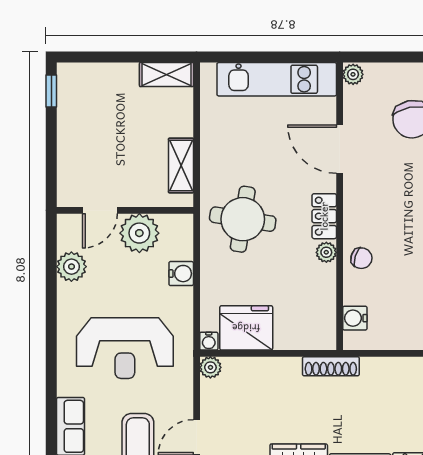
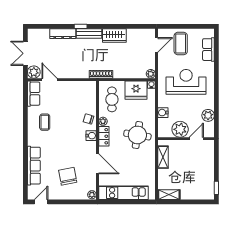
cafe table: (305, 305) -> (112, 99), added
water cooler: (355, 318) -> (91, 136), moved

